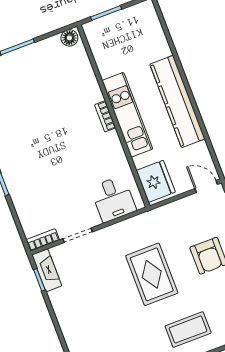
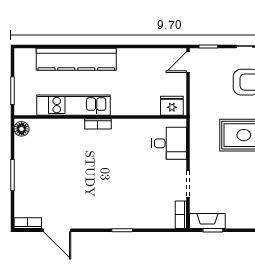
kitchen counter: (177, 102) -> (76, 59), moved
kitchen unit: (127, 115) -> (74, 105), moved
fridge: (156, 181) -> (172, 106), width x0.73, depth x0.75

